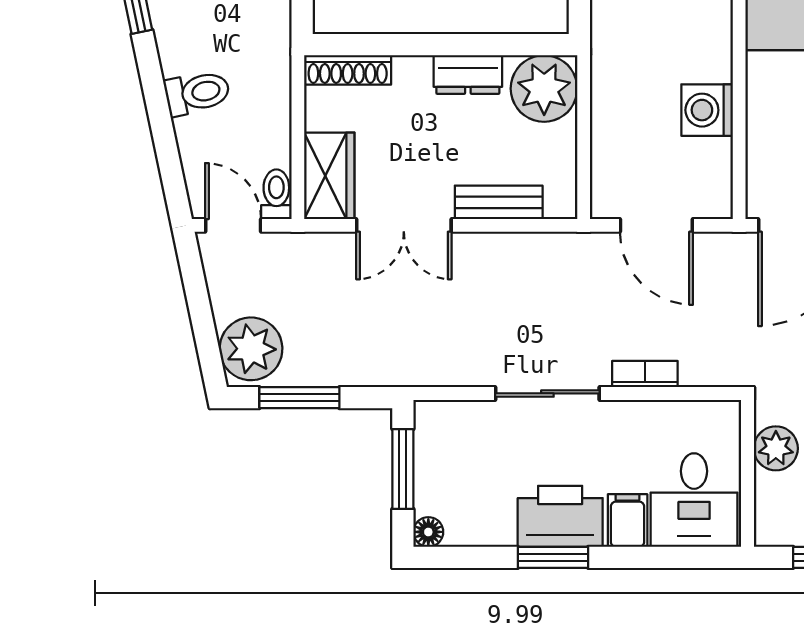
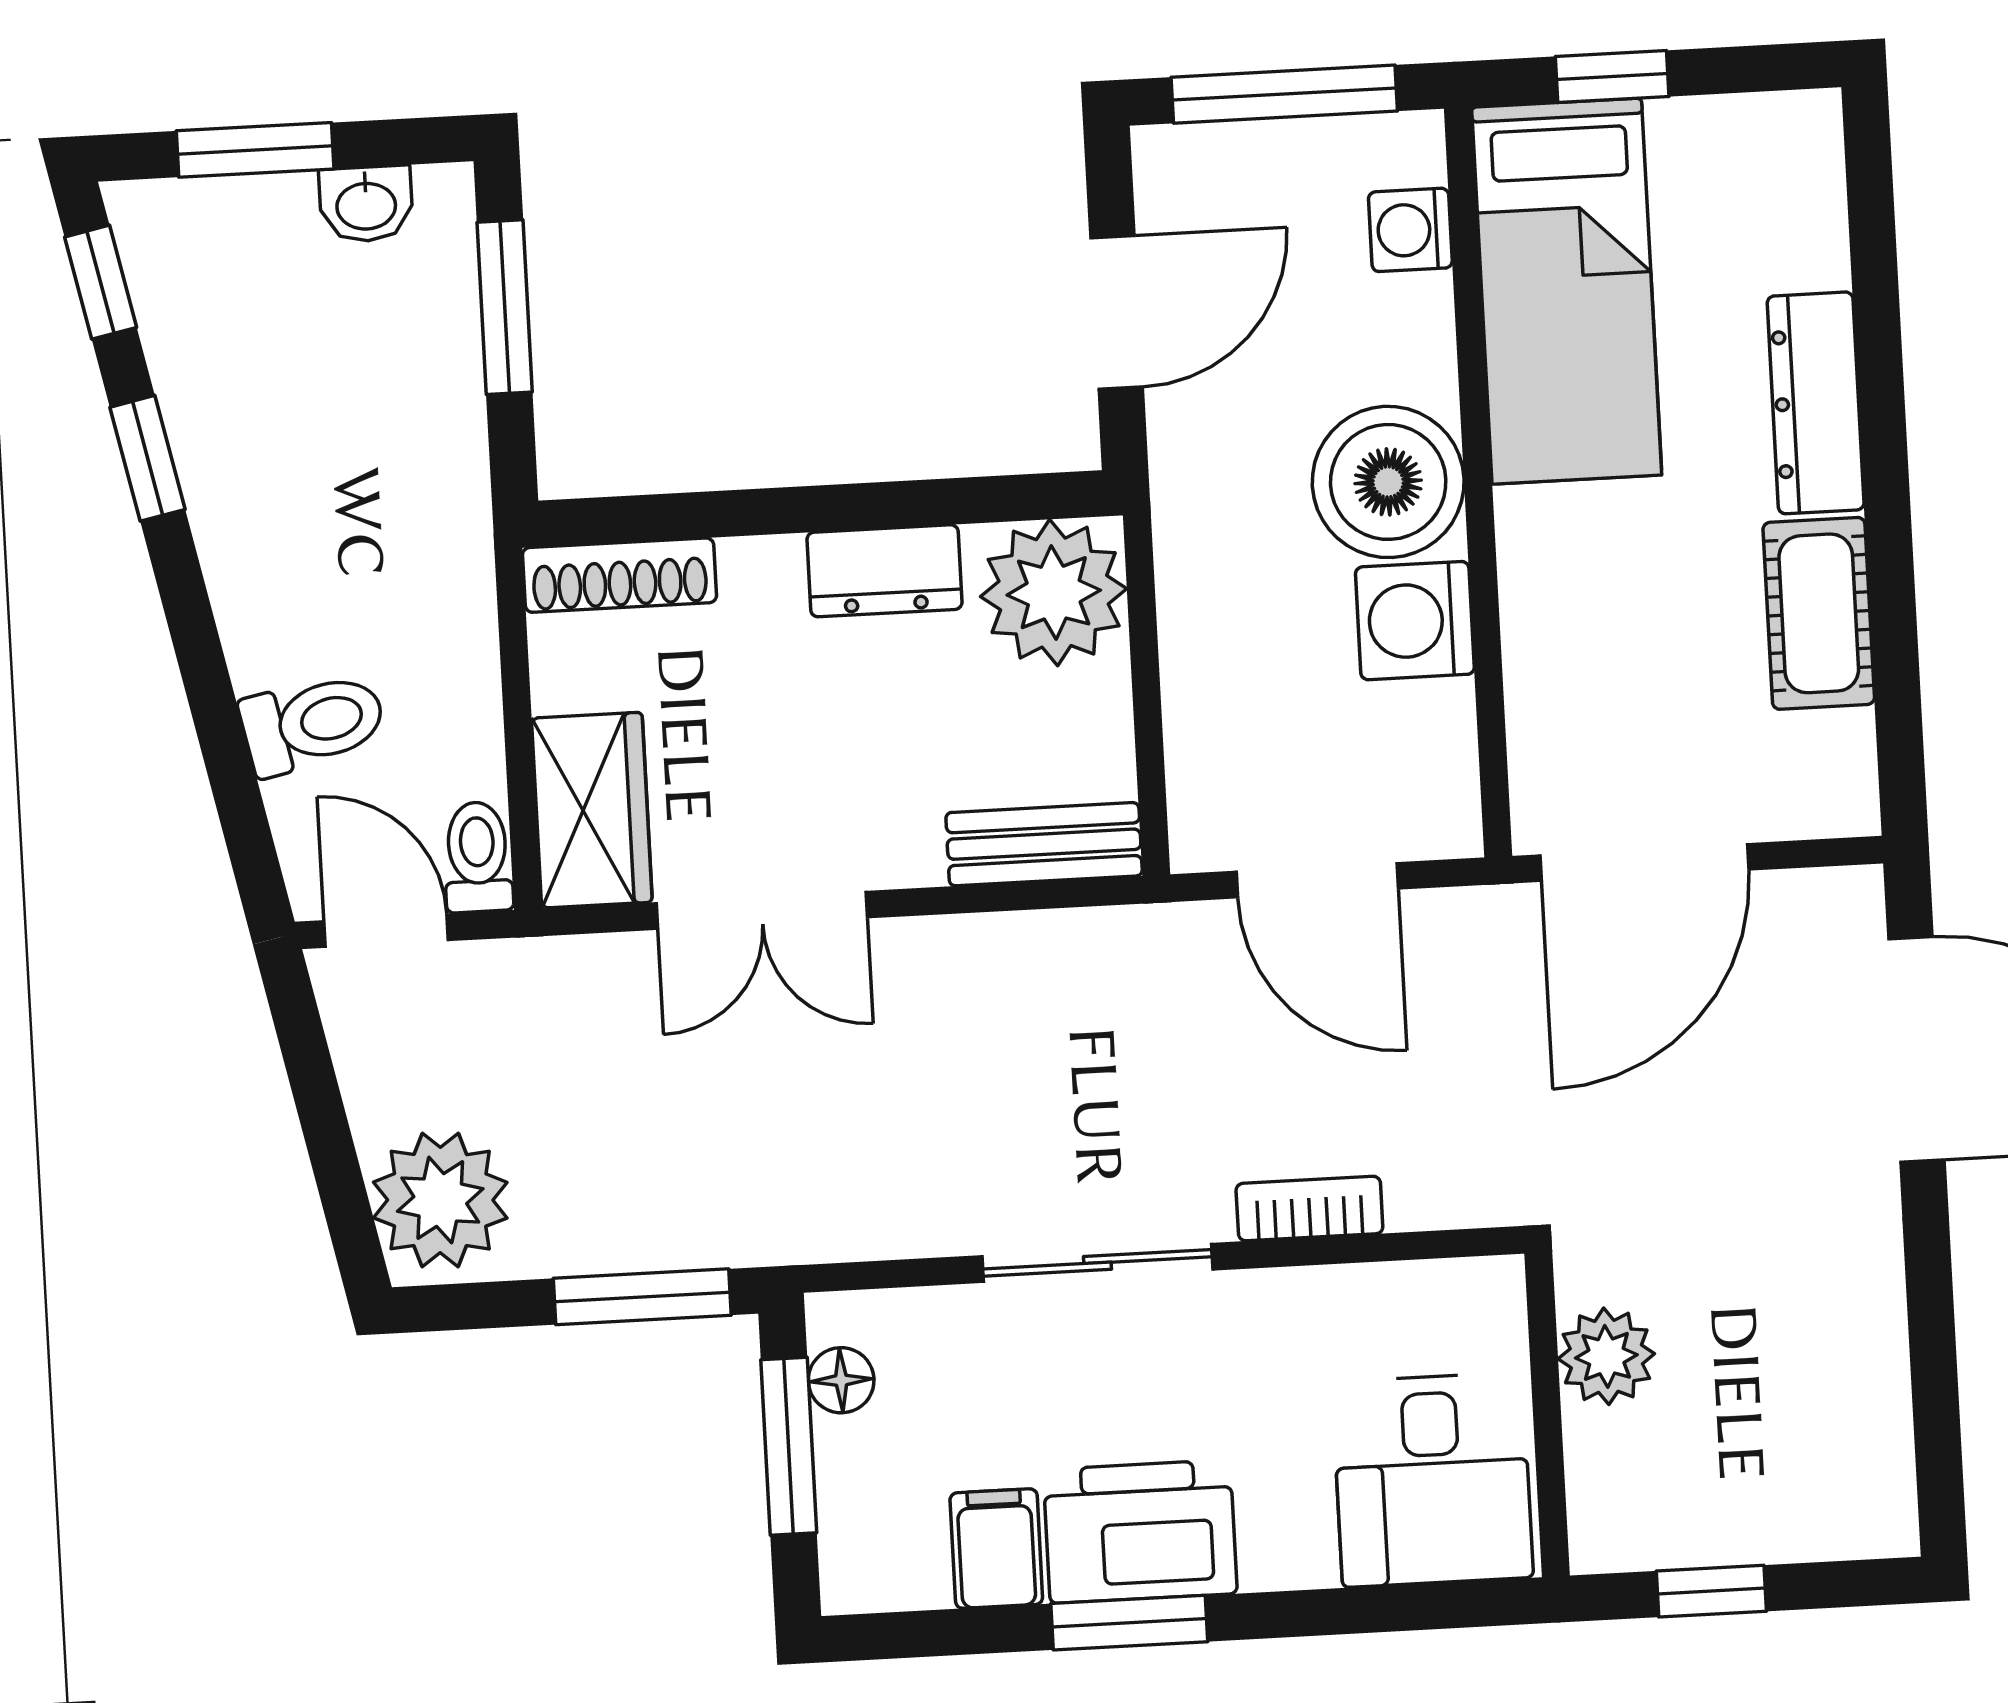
boiler: (698, 47) -> (1388, 482), added
toilet: (197, 93) -> (313, 723), moved
bench: (499, 202) -> (1044, 844), moved
window: (299, 398) -> (642, 1297), moved
filing cabinet: (628, 521) -> (996, 1549), moved
floor lamp: (428, 532) -> (841, 1380), moved

